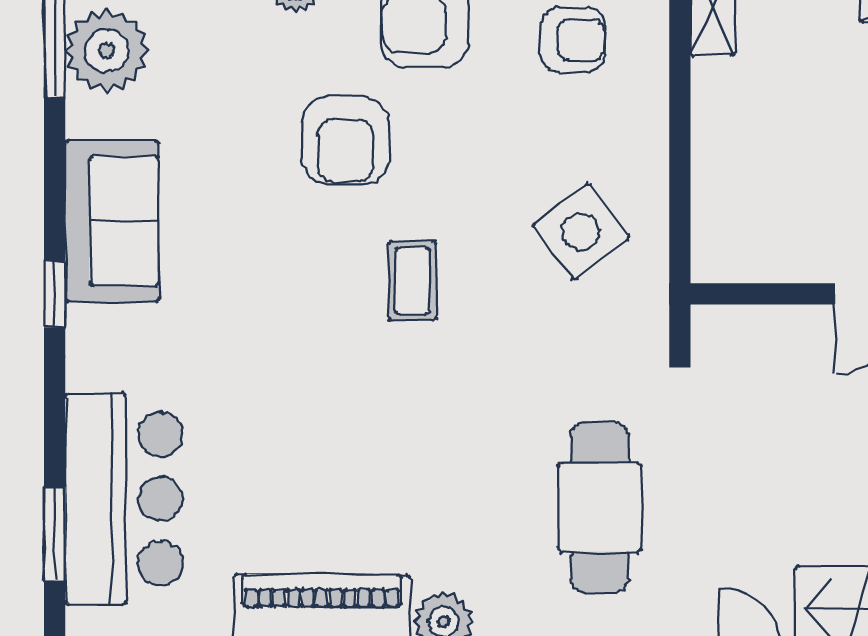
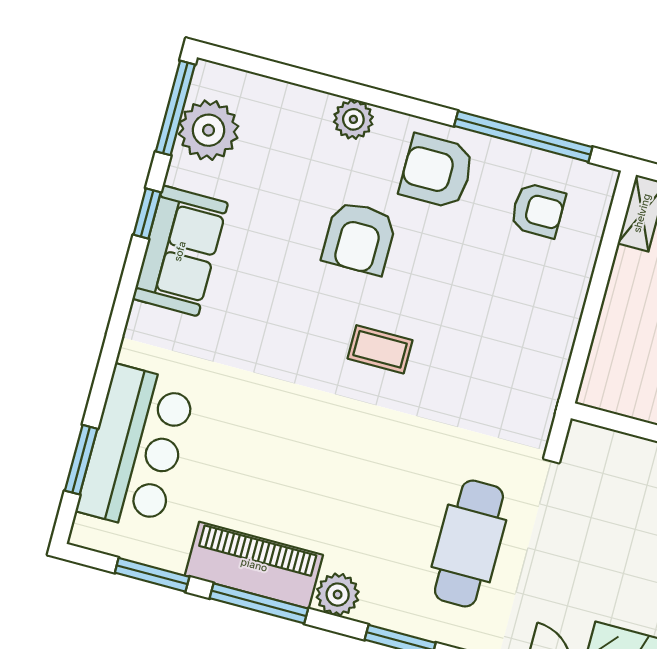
side table: (581, 231) -> (507, 346), removed
coffee table: (413, 281) -> (380, 349), turned 90
window: (55, 294) -> (147, 213), moved

